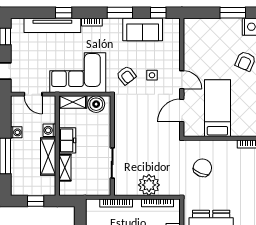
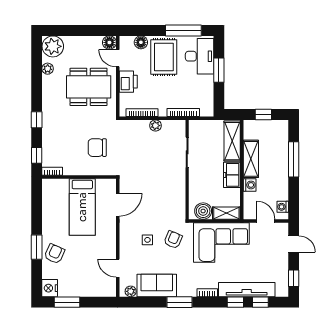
window: (158, 13) -> (260, 302), moved
plant: (169, 23) -> (131, 291), added
armchair: (126, 75) -> (173, 240), turned 61
door: (182, 80) -> (118, 268), moved
washing machine: (16, 132) -> (283, 207), moved
shelving: (65, 168) -> (232, 141), width x1.50, depth x1.33
chair: (202, 168) -> (97, 148), turned 68
plant: (149, 185) -> (155, 126), width x0.53, depth x0.53

